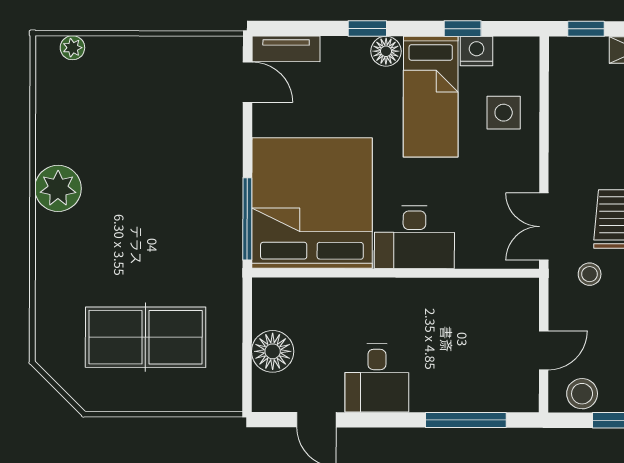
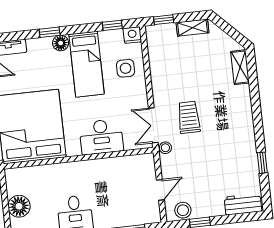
window: (463, 29) -> (112, 25), moved
nightstand: (477, 51) -> (132, 35), moved
desk: (414, 237) -> (101, 137), moved
stool: (590, 274) -> (165, 148), moved

